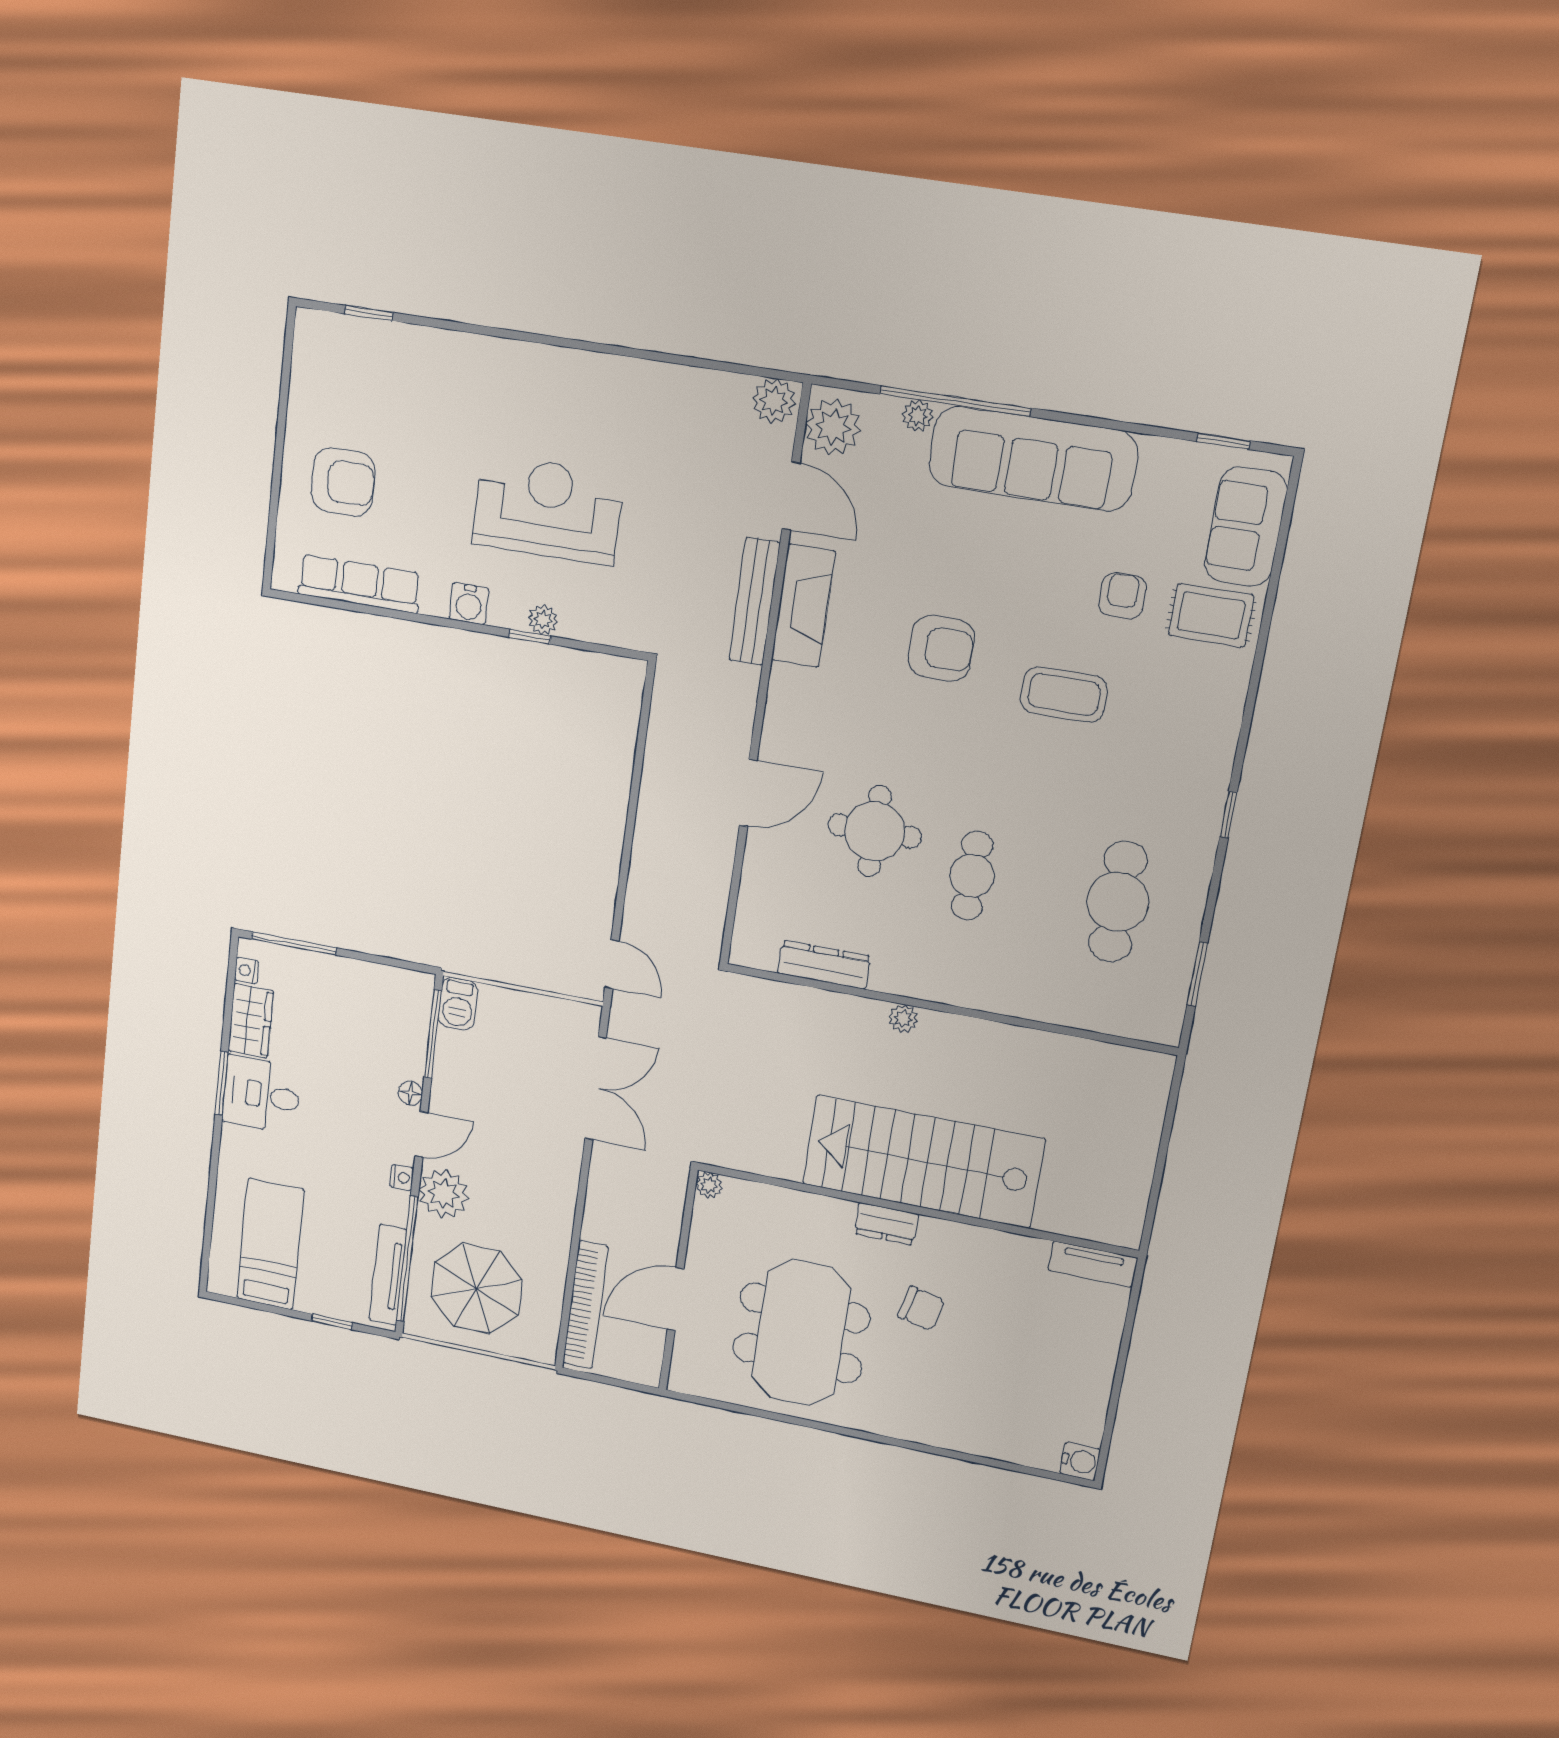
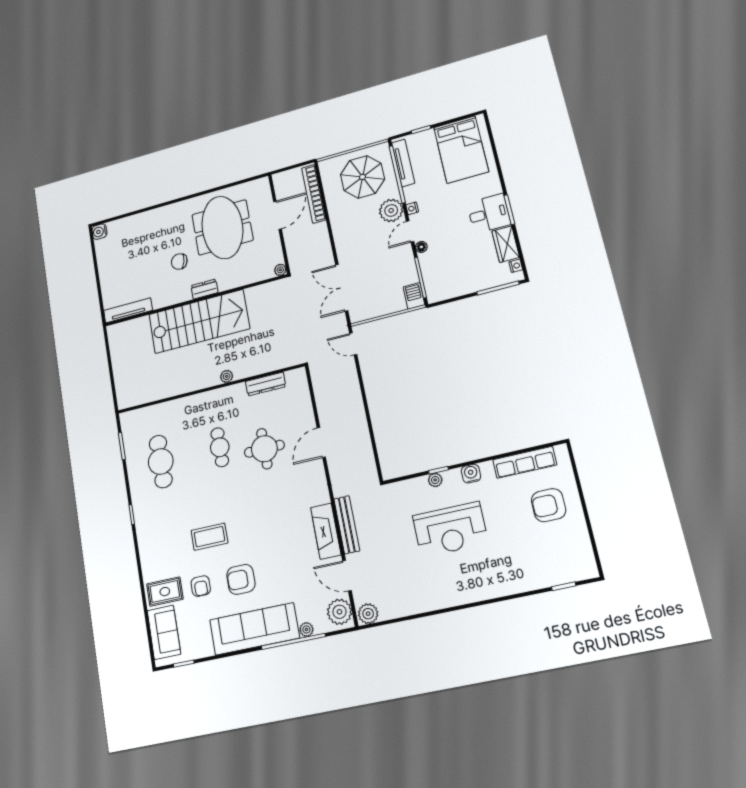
armchair: (941, 648) -> (241, 579), moved
bed: (270, 1244) -> (461, 149), width x1.50
tv unit: (1093, 1264) -> (128, 310), width x1.41

